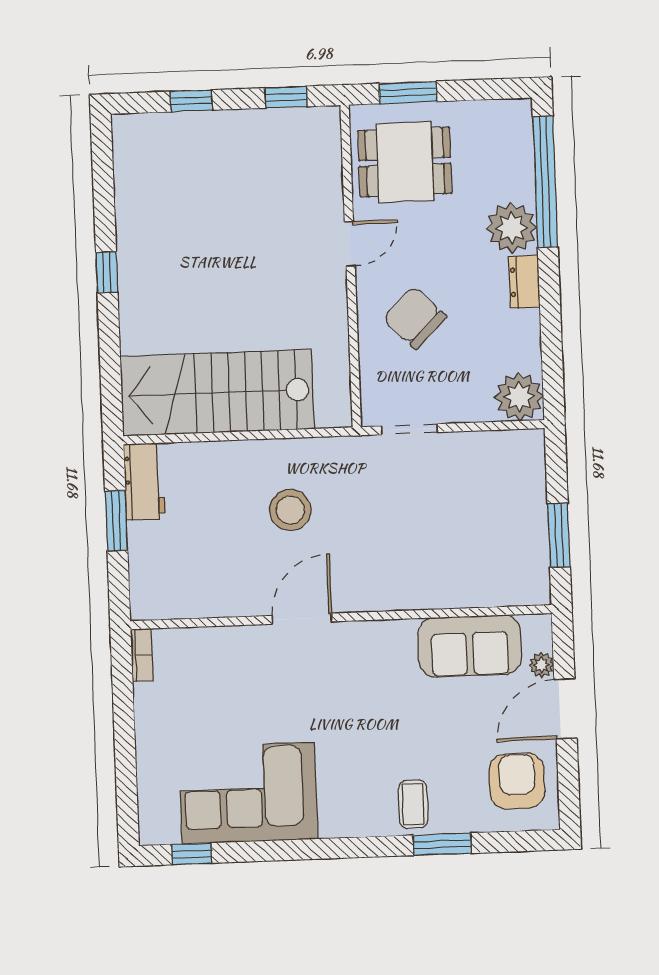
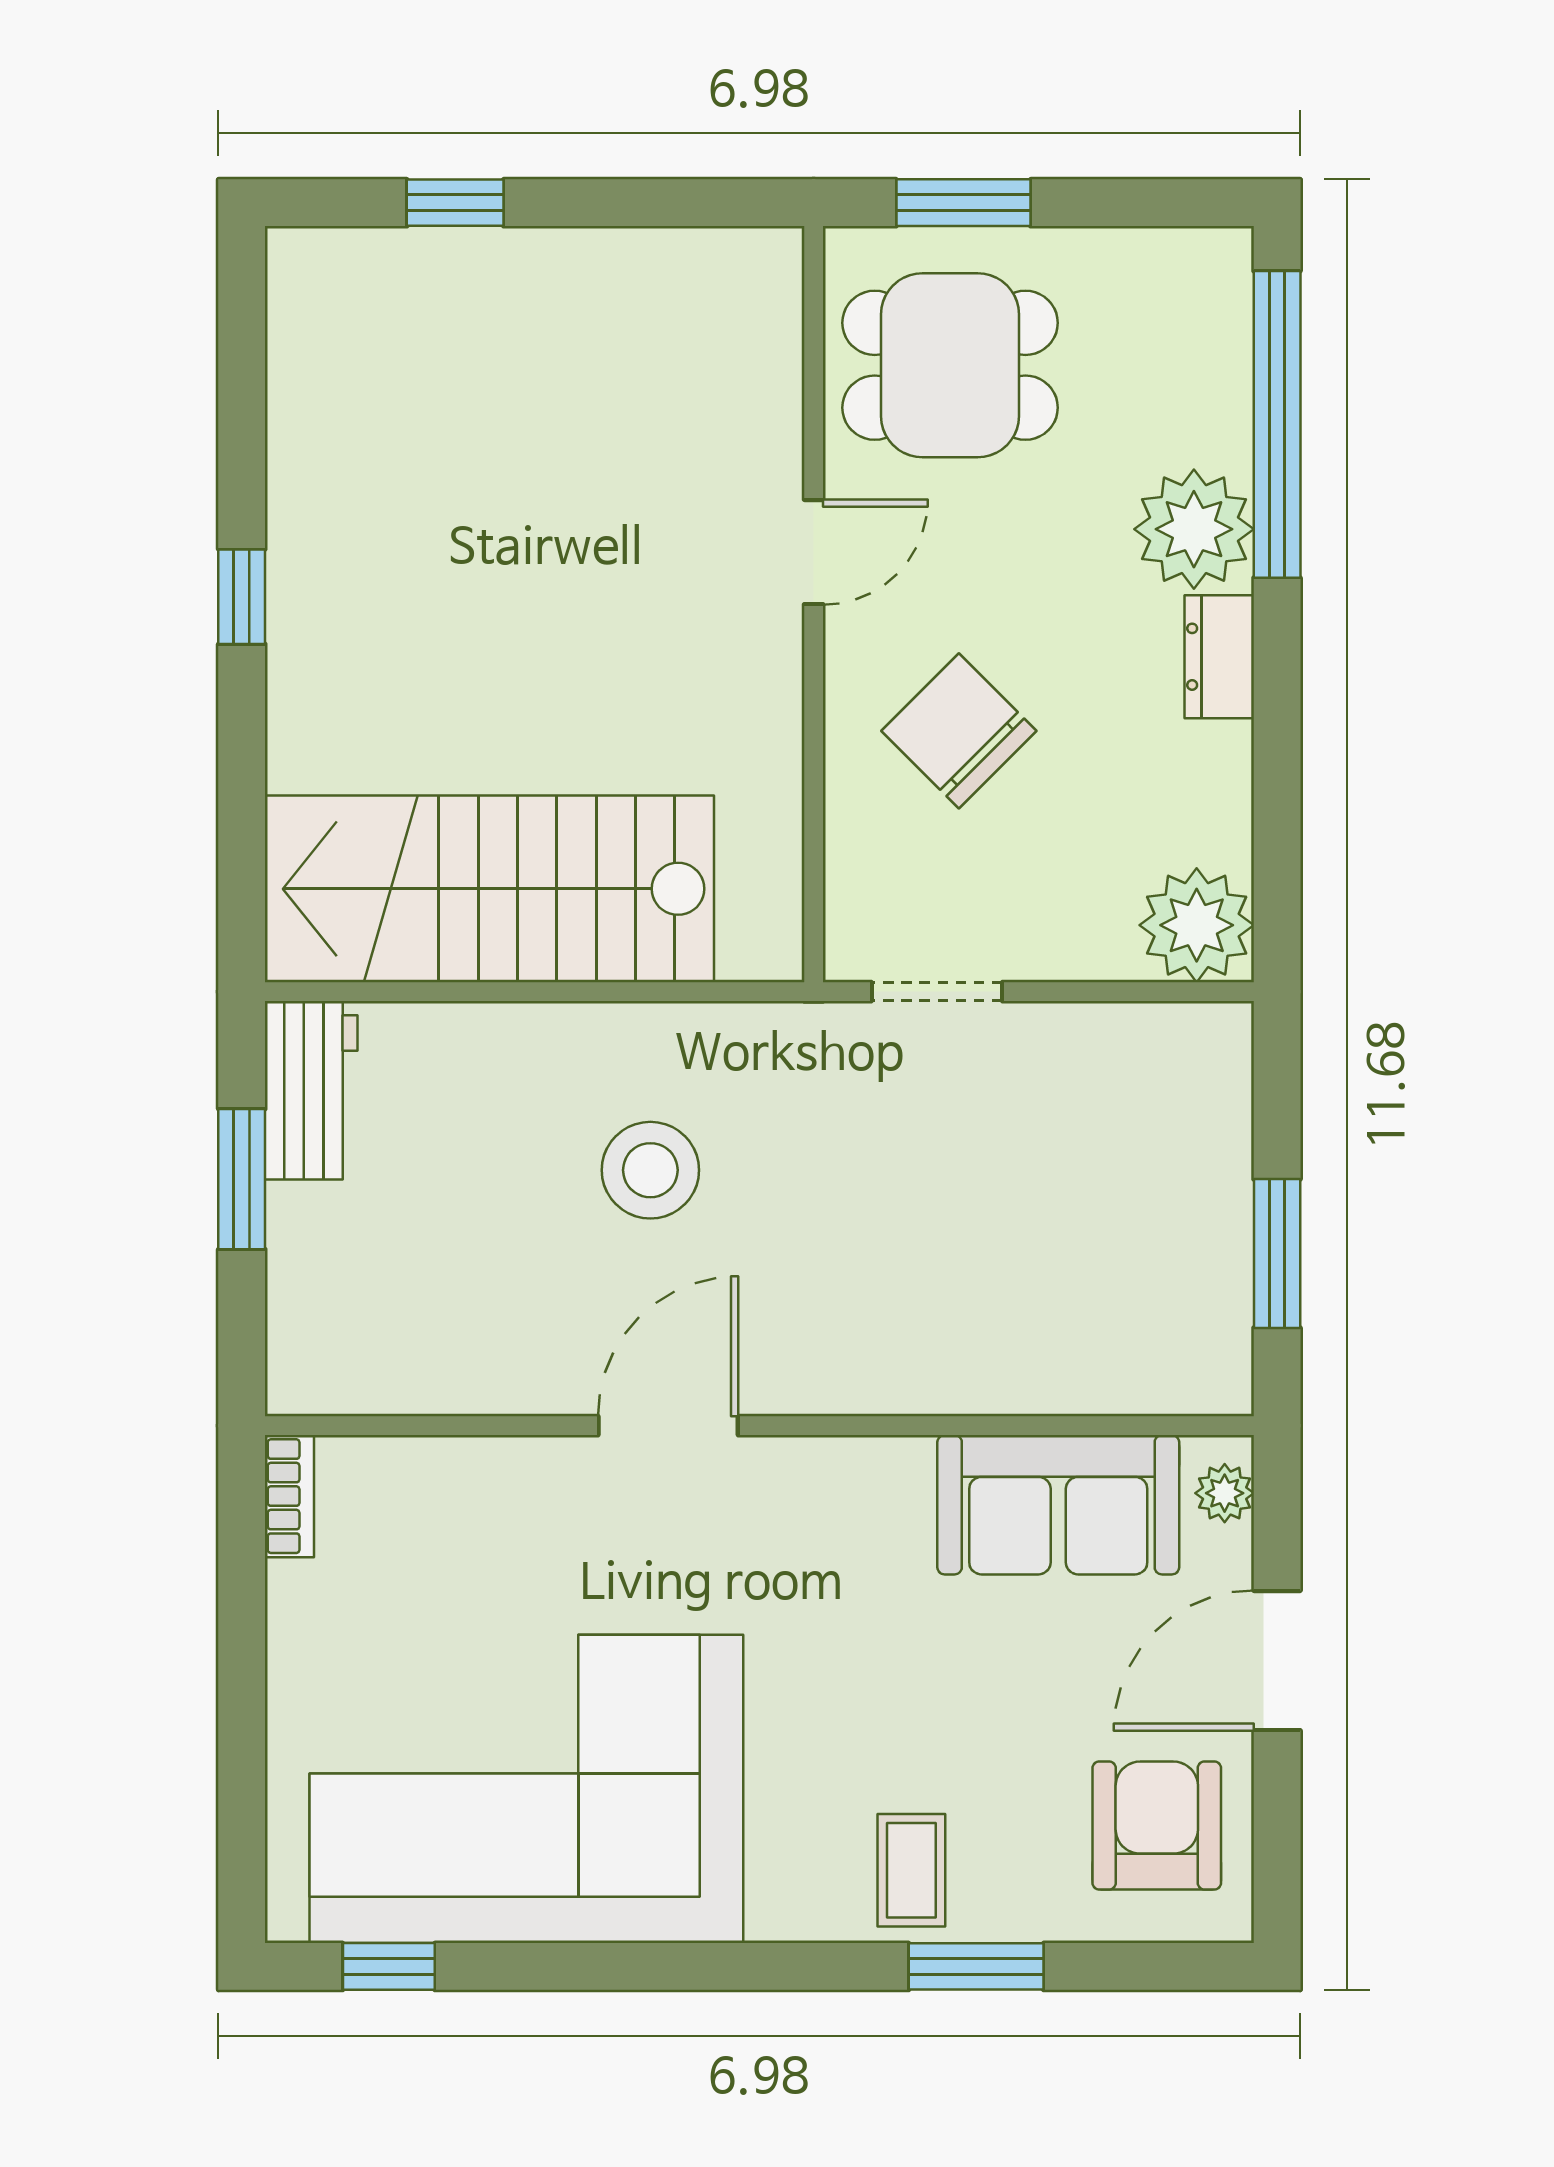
window: (286, 97) -> (677, 203), removed
plant: (541, 665) -> (1225, 1493), moved
corner sofa: (248, 793) -> (526, 1789), width x1.36, depth x1.36

